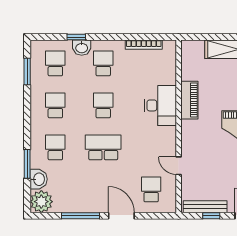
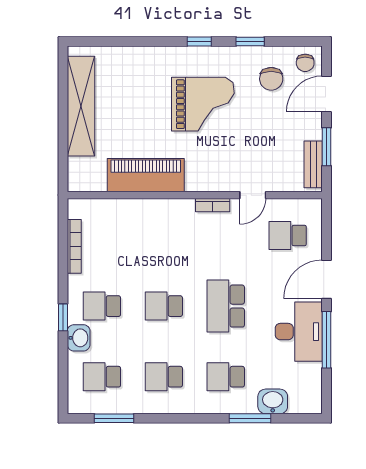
window: (76, 37) -> (63, 317), moved
piano: (189, 100) -> (146, 175), width x1.37, depth x1.33
desk: (160, 105) -> (299, 332), moved, turned 90
bookcase: (172, 138) -> (213, 205), added
plant: (41, 202) -> (306, 397), removed
bench: (205, 207) -> (313, 164), width x0.73
window: (211, 216) -> (327, 147), width x1.50

